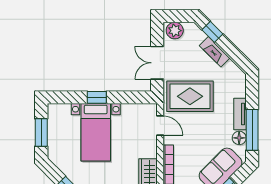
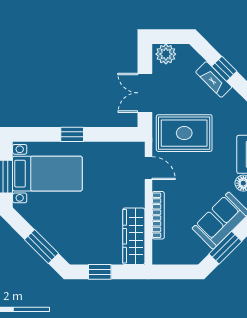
window: (212, 32) -> (224, 69), moved
bed with nightstands: (96, 132) -> (47, 174), moved, turned -90

